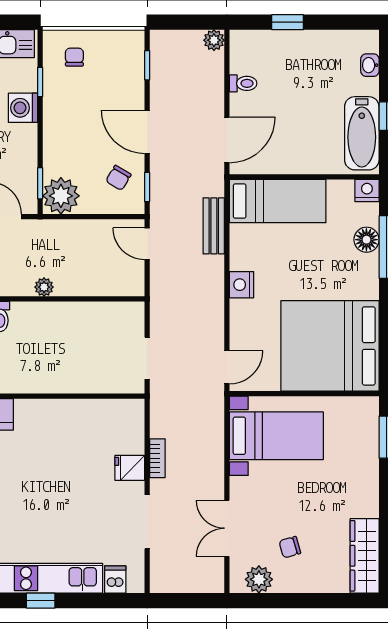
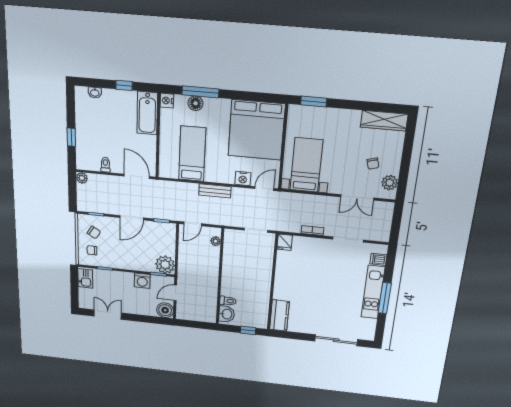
washing machine: (23, 108) -> (142, 281), moved
bathtub: (362, 133) -> (147, 113), moved, turned 90
chair: (118, 178) -> (94, 232), moved
bed: (278, 201) -> (192, 154), moved
bench: (214, 226) -> (215, 191), moved
nightstand: (242, 285) -> (243, 178), moved
plant: (44, 287) -> (216, 241), moved
door: (227, 367) -> (264, 189), hinge flipped
fridge: (130, 468) -> (285, 242), moved
window: (41, 601) -> (385, 298), width x2.17

